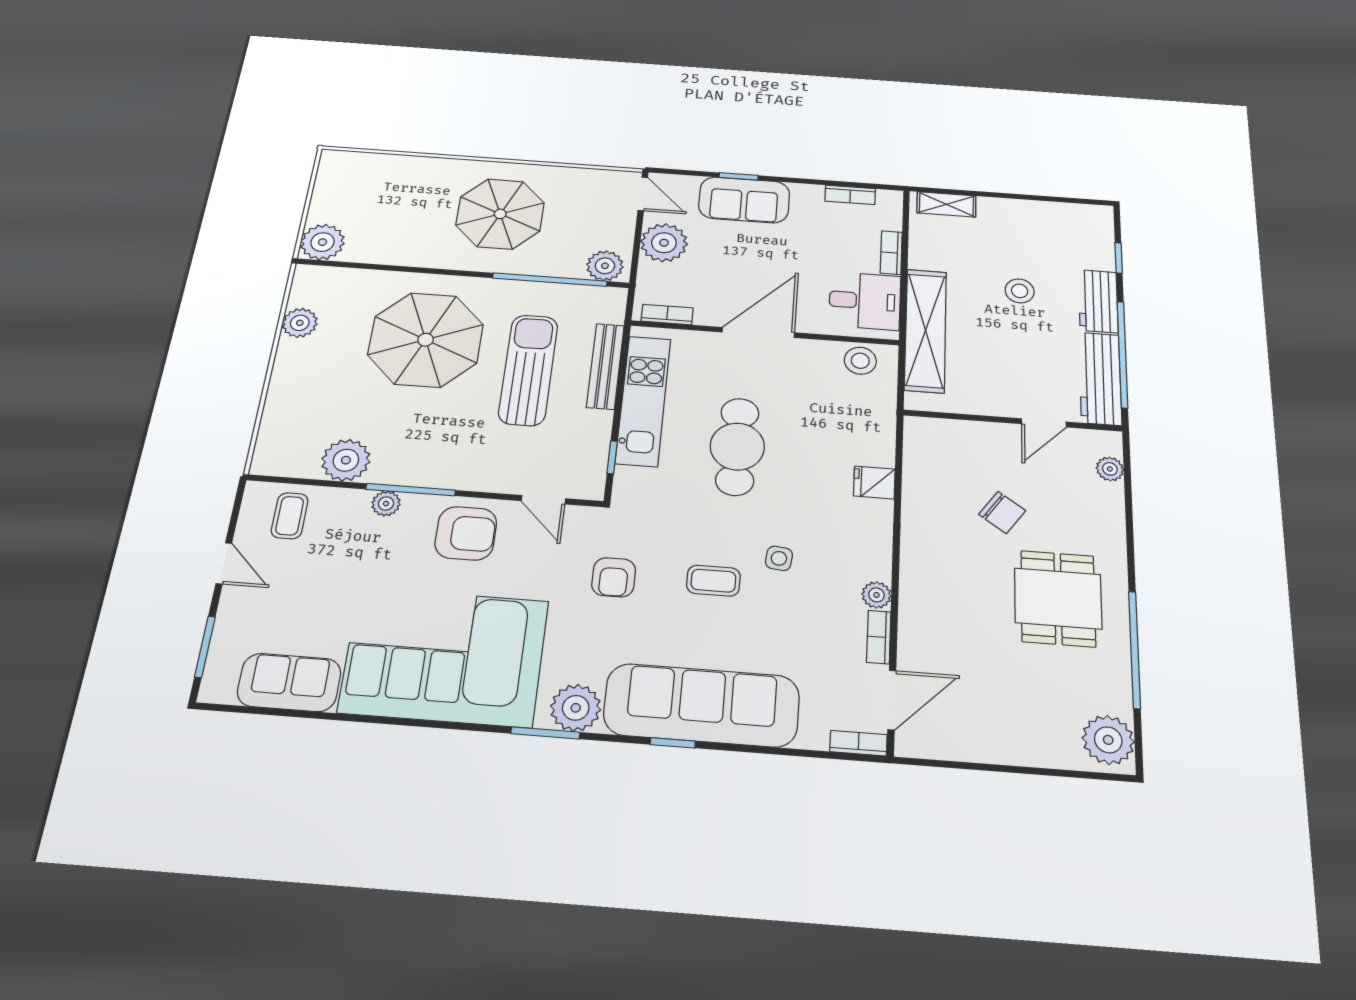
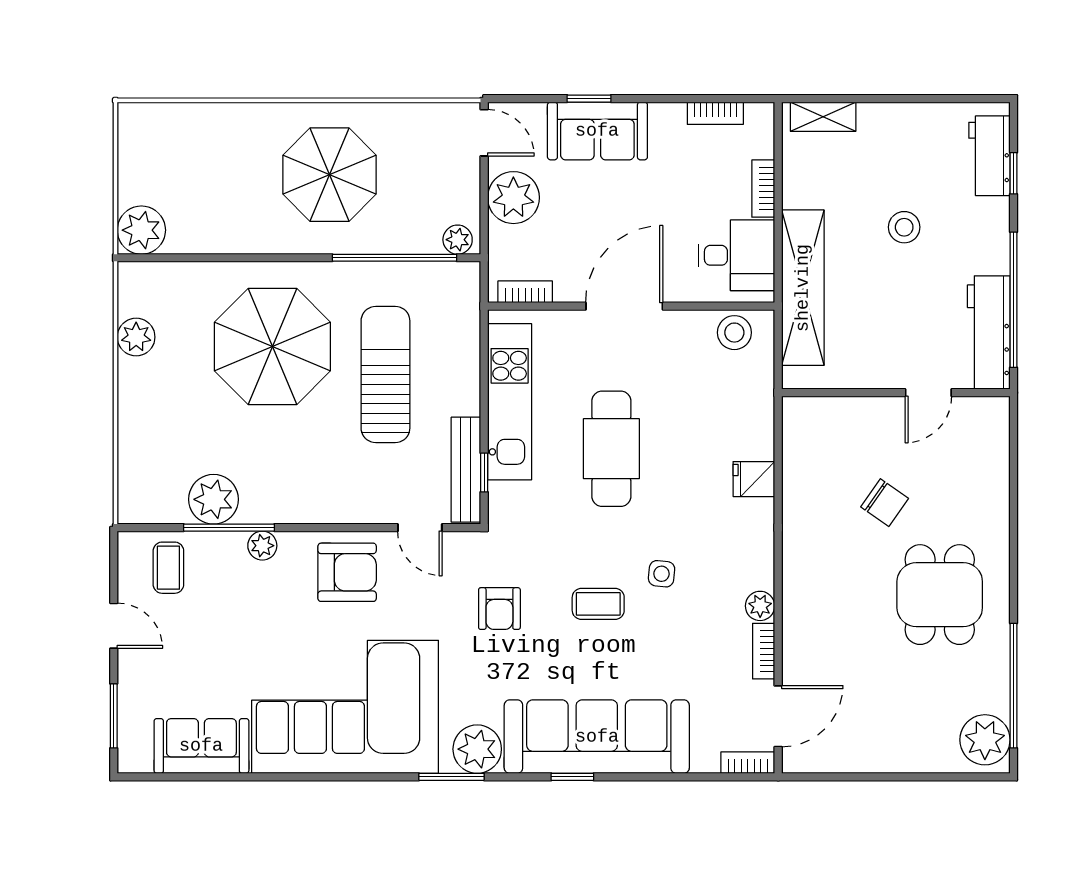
plant: (605, 266) -> (458, 240), width x0.73, depth x0.73
workbench: (1098, 301) -> (989, 156), moved
bench: (605, 366) -> (466, 470), moved
plant: (1110, 469) -> (996, 442), removed
window: (411, 490) -> (229, 528), moved
window: (1134, 649) -> (1014, 686), moved

